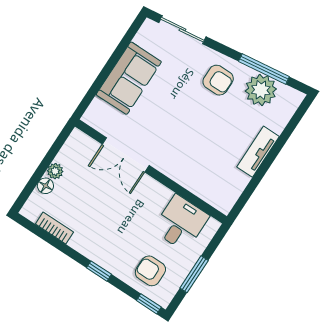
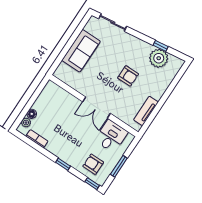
window: (264, 69) -> (161, 46), width x0.46
armchair: (218, 80) -> (128, 76), moved
tv unit: (258, 152) -> (146, 111), moved
double door: (126, 155) -> (96, 107), moved
plant: (55, 171) -> (26, 123), moved

